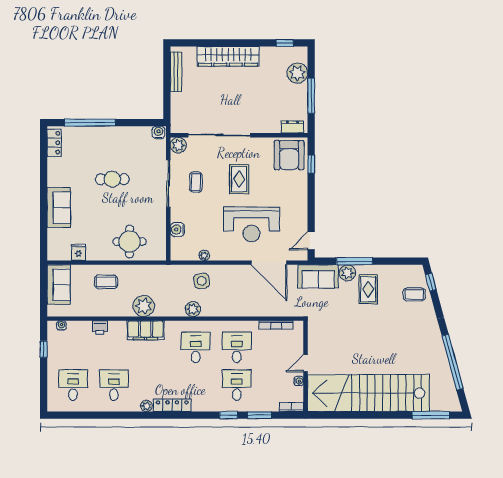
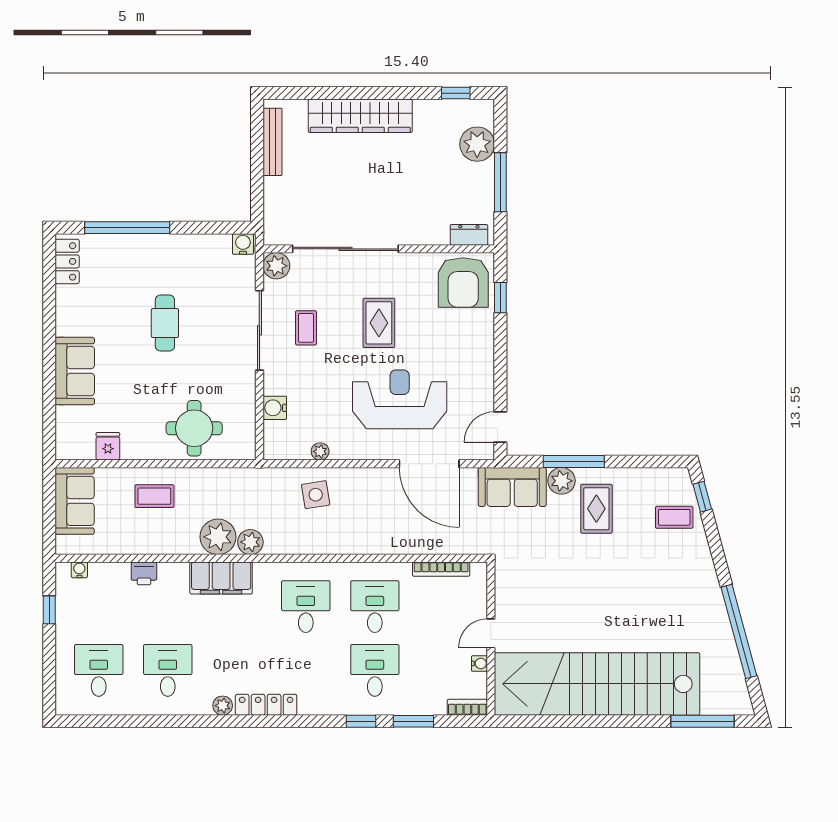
cafe table: (112, 179) -> (165, 323), turned 90
reception desk: (251, 224) -> (400, 399), turned 180
plant: (193, 309) -> (250, 542), moved

